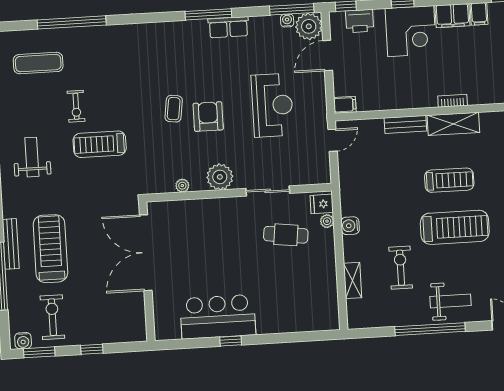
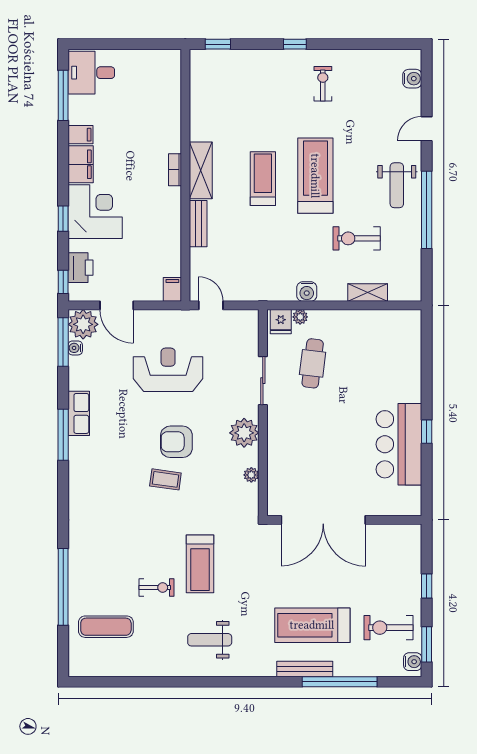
exercise mat: (38, 63) -> (106, 627), turned 90
weight bench: (450, 301) -> (397, 185), turned 180

